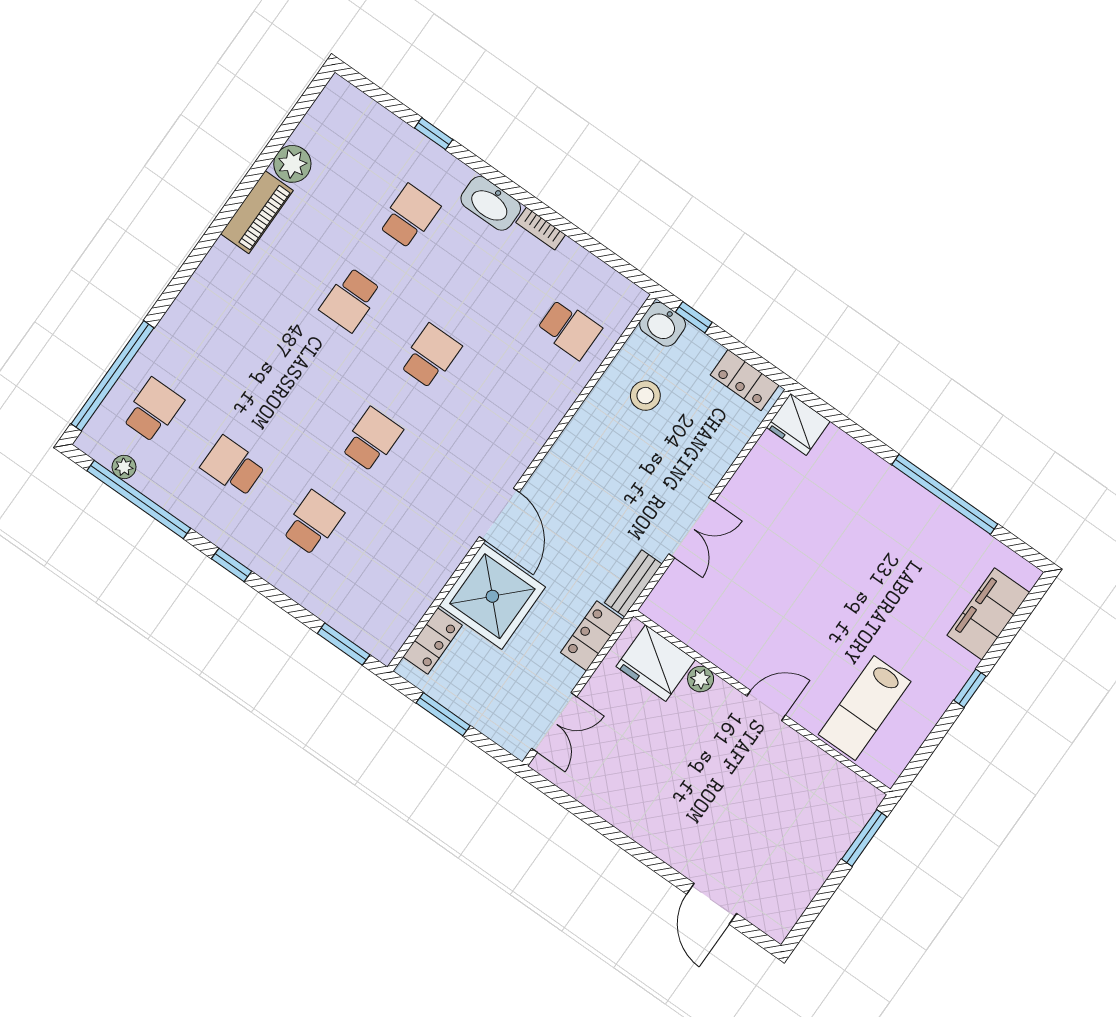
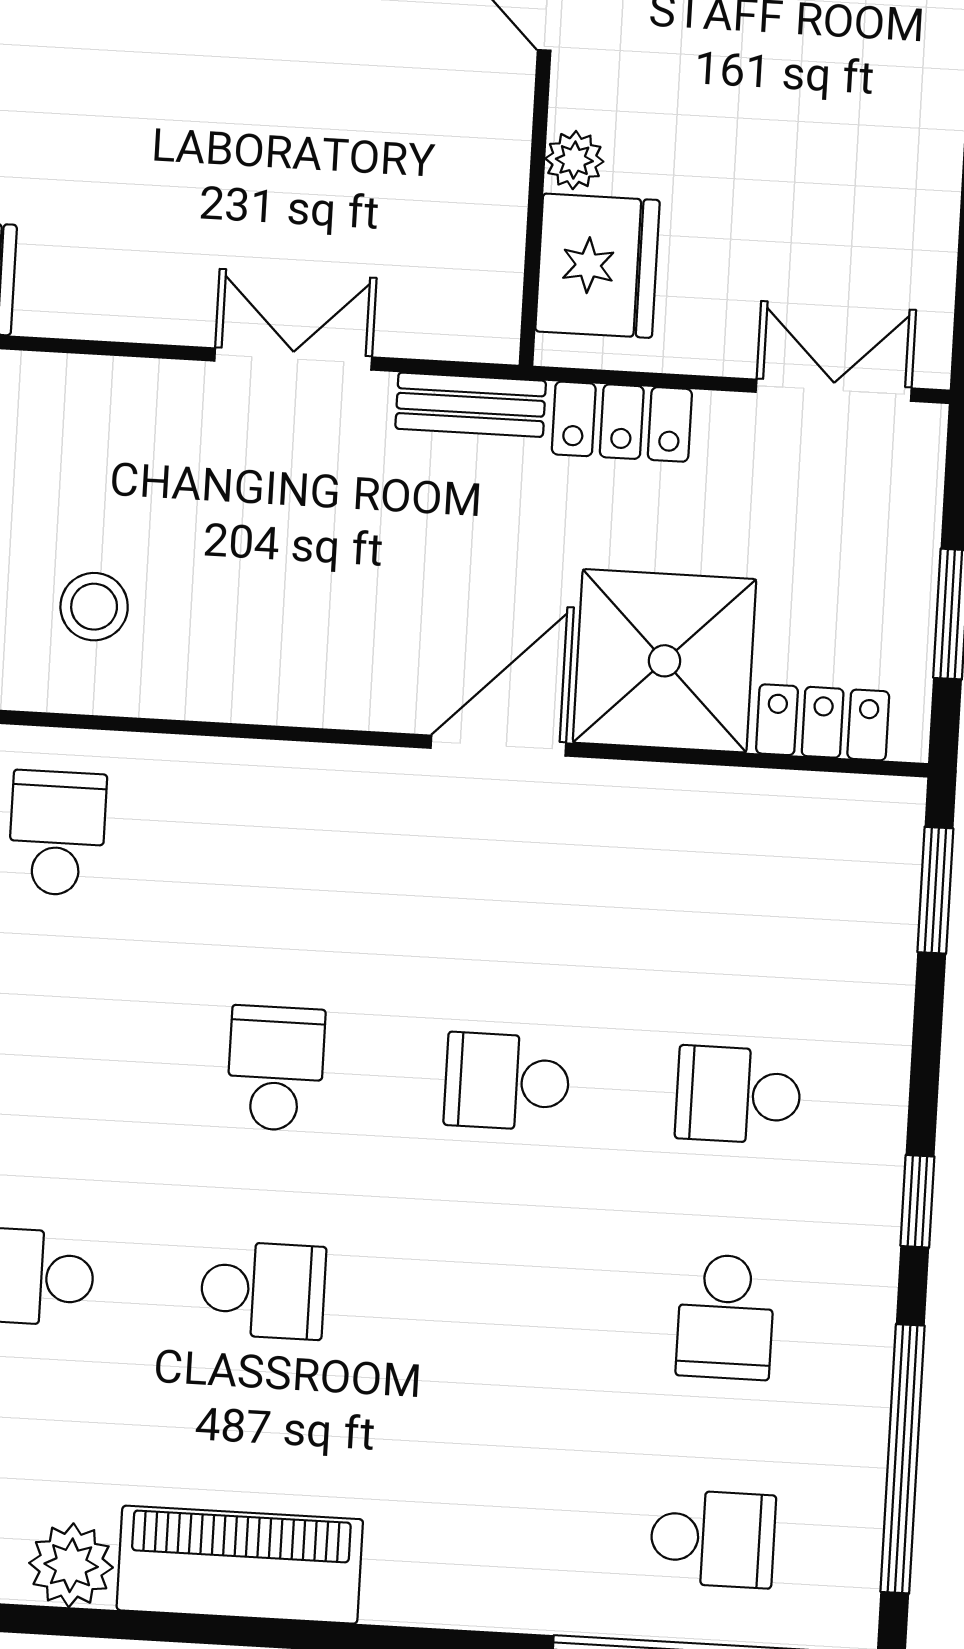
piano: (257, 212) -> (240, 1565), width x1.37, depth x1.33
school desk: (431, 356) -> (276, 1068), turned 90
school desk: (153, 410) -> (713, 1539), turned 180
plant: (124, 467) -> (857, 1526), removed

